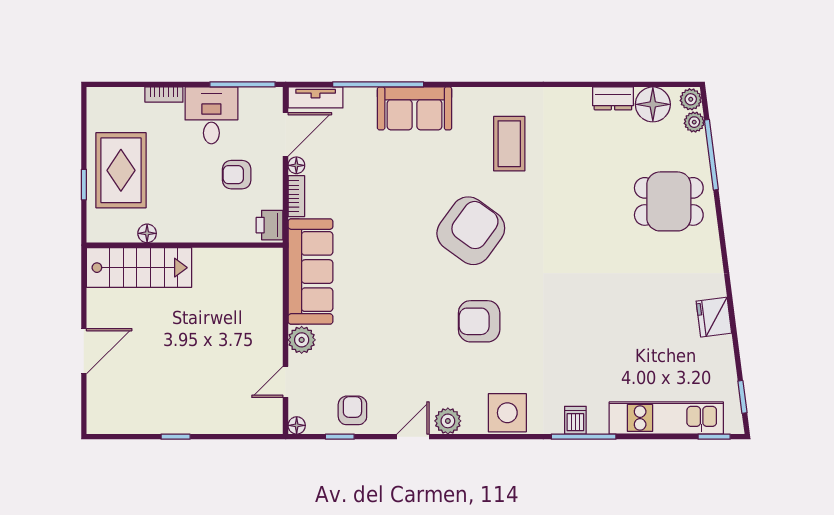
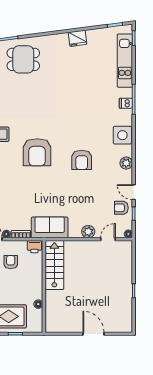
armchair: (237, 175) -> (11, 262), turned 180
dining table: (669, 201) -> (23, 59), turned 90
armchair: (471, 231) -> (37, 152), turned -126
stairs: (139, 268) -> (54, 265), moved
sofa: (310, 272) -> (50, 227), width x0.73
armchair: (479, 321) -> (82, 160), moved
door: (286, 382) -> (108, 239), swing flipped
door: (413, 437) -> (134, 192), moved

